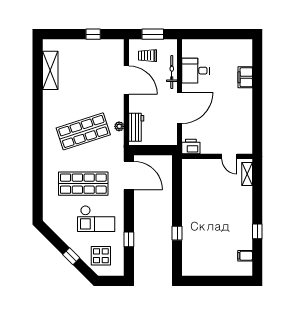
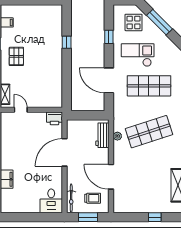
window: (93, 34) -> (155, 217), moved
desk: (196, 71) -> (51, 201), moved, turned 90
bicycle: (172, 72) -> (71, 198), moved
door: (129, 175) -> (109, 80), moved
pallet: (234, 217) -> (16, 56), added
window: (71, 256) -> (160, 22), width x2.17

